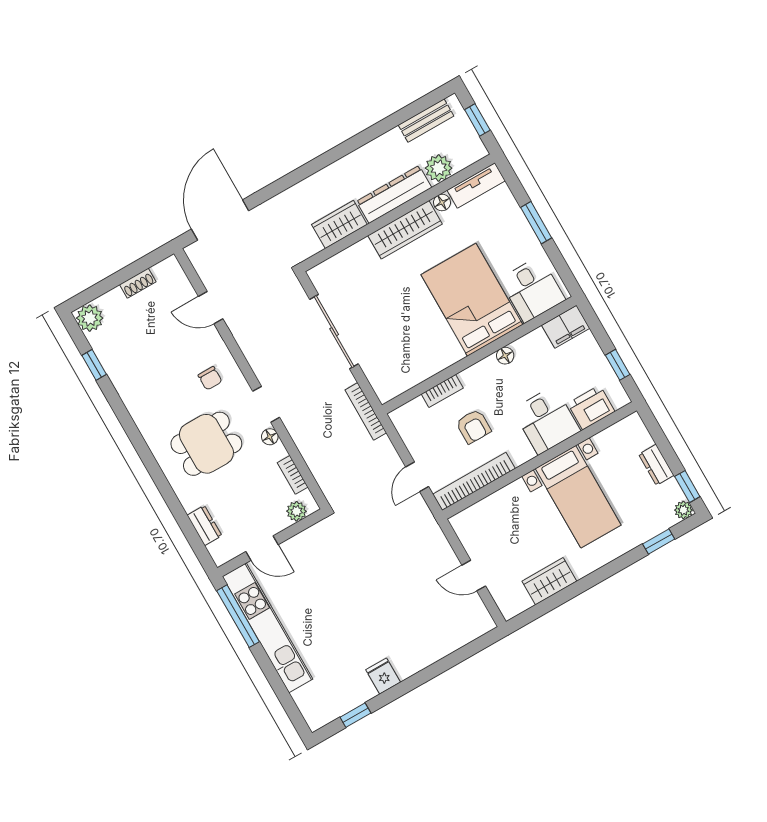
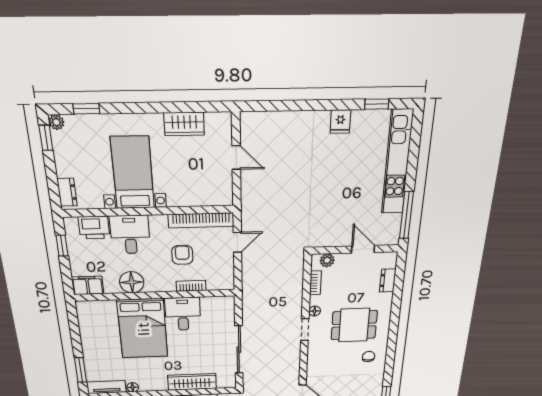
window: (536, 223) -> (81, 370), moved
wardrobe: (405, 230) -> (192, 382), moved
desk: (532, 289) -> (183, 314), moved
floor lamp: (505, 356) -> (132, 282), width x1.89, depth x1.89
chair: (210, 378) -> (369, 357), moved
bookcase: (366, 411) -> (247, 297), removed
dresser: (656, 465) -> (67, 192), moved
kitchen unit: (268, 628) -> (397, 163), moved

